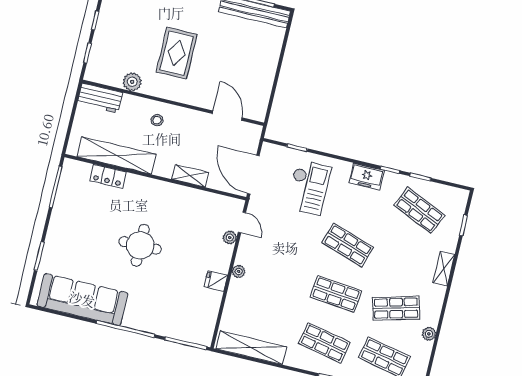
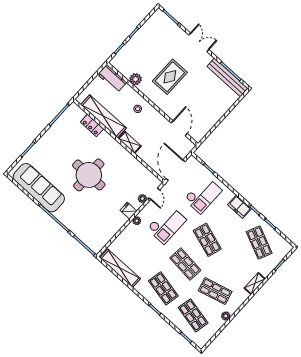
shelving: (190, 176) -> (130, 142), moved
round table: (140, 245) -> (89, 175), width x1.36, depth x1.36
checkout: (281, 254) -> (167, 224), added
fridge: (216, 281) -> (128, 211), moved

